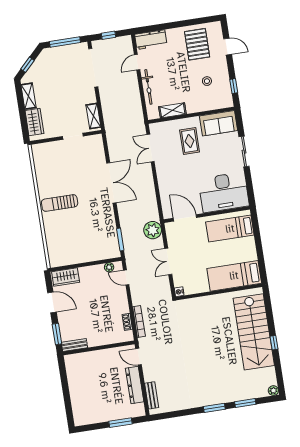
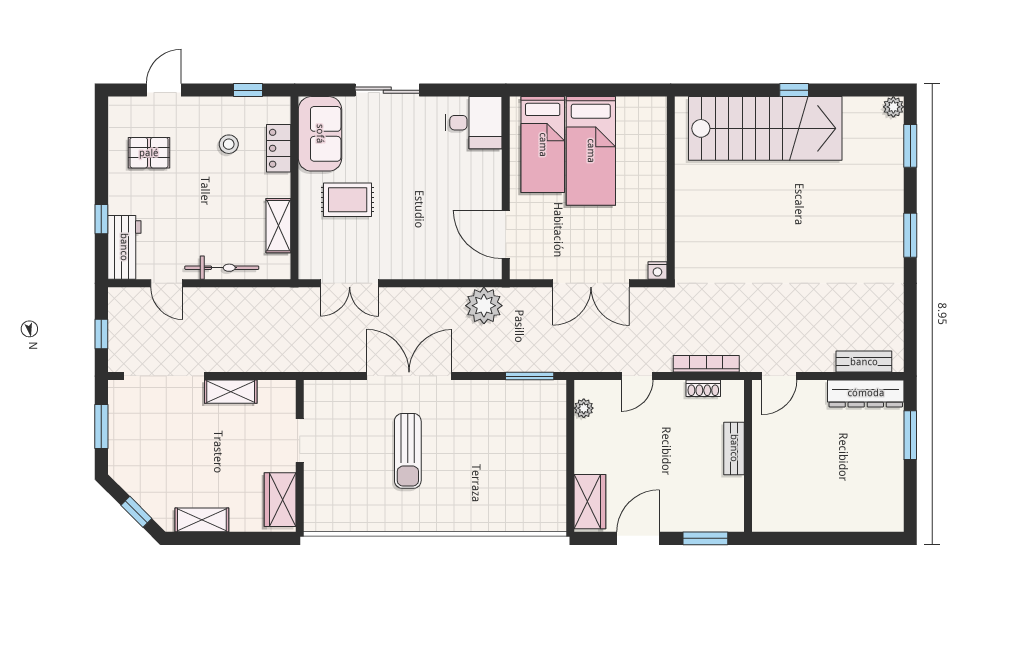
window: (162, 27) -> (101, 219), added
window: (65, 42) -> (101, 427), width x0.69
pallet: (197, 44) -> (149, 153), width x0.67, depth x0.71
locker: (209, 105) -> (279, 148), added
shelving: (93, 116) -> (231, 392), moved
wardrobe: (34, 122) -> (280, 500), moved, turned -90
desk: (224, 192) -> (474, 123), width x0.53, depth x0.77
sun lounger: (60, 203) -> (408, 451), moved
door: (185, 218) -> (506, 234), hinge flipped
plant: (153, 230) -> (484, 306), moved
double door: (168, 261) -> (591, 283), width x1.37
bed: (234, 276) -> (591, 151), moved
door: (126, 278) -> (637, 376), moved
bench: (74, 345) -> (734, 448), moved
dresser: (135, 385) -> (866, 393), moved
window: (245, 403) -> (910, 146), moved

